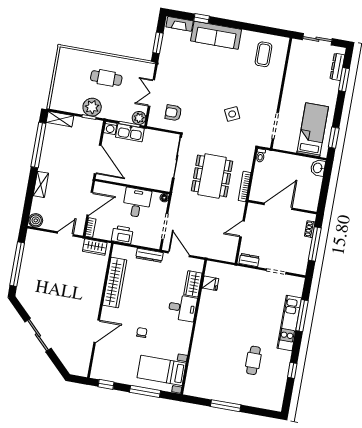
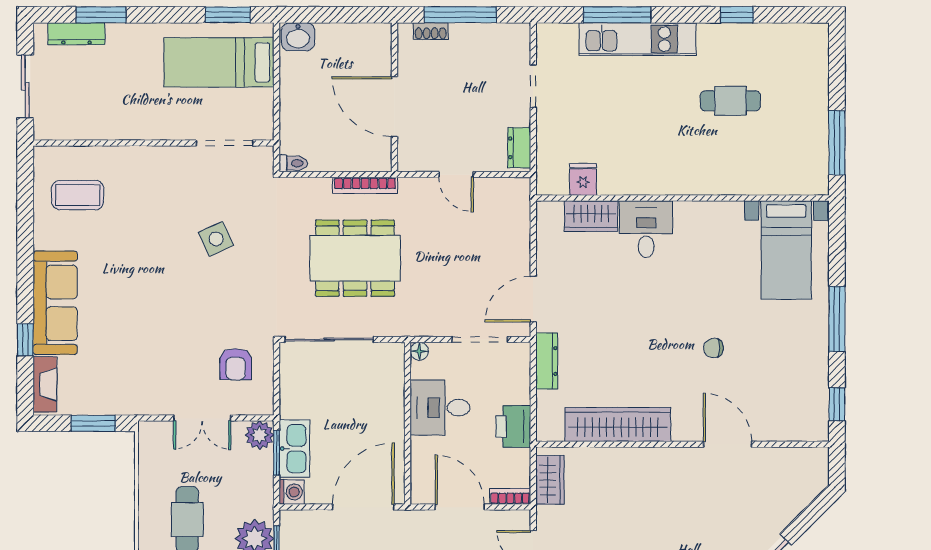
fridge: (210, 283) -> (583, 179), moved
wardrobe: (193, 284) -> (591, 216), moved
desk: (182, 308) -> (646, 229), moved
wall: (194, 327) -> (682, 198), moved
bed with nightstands: (161, 370) -> (786, 250), moved

